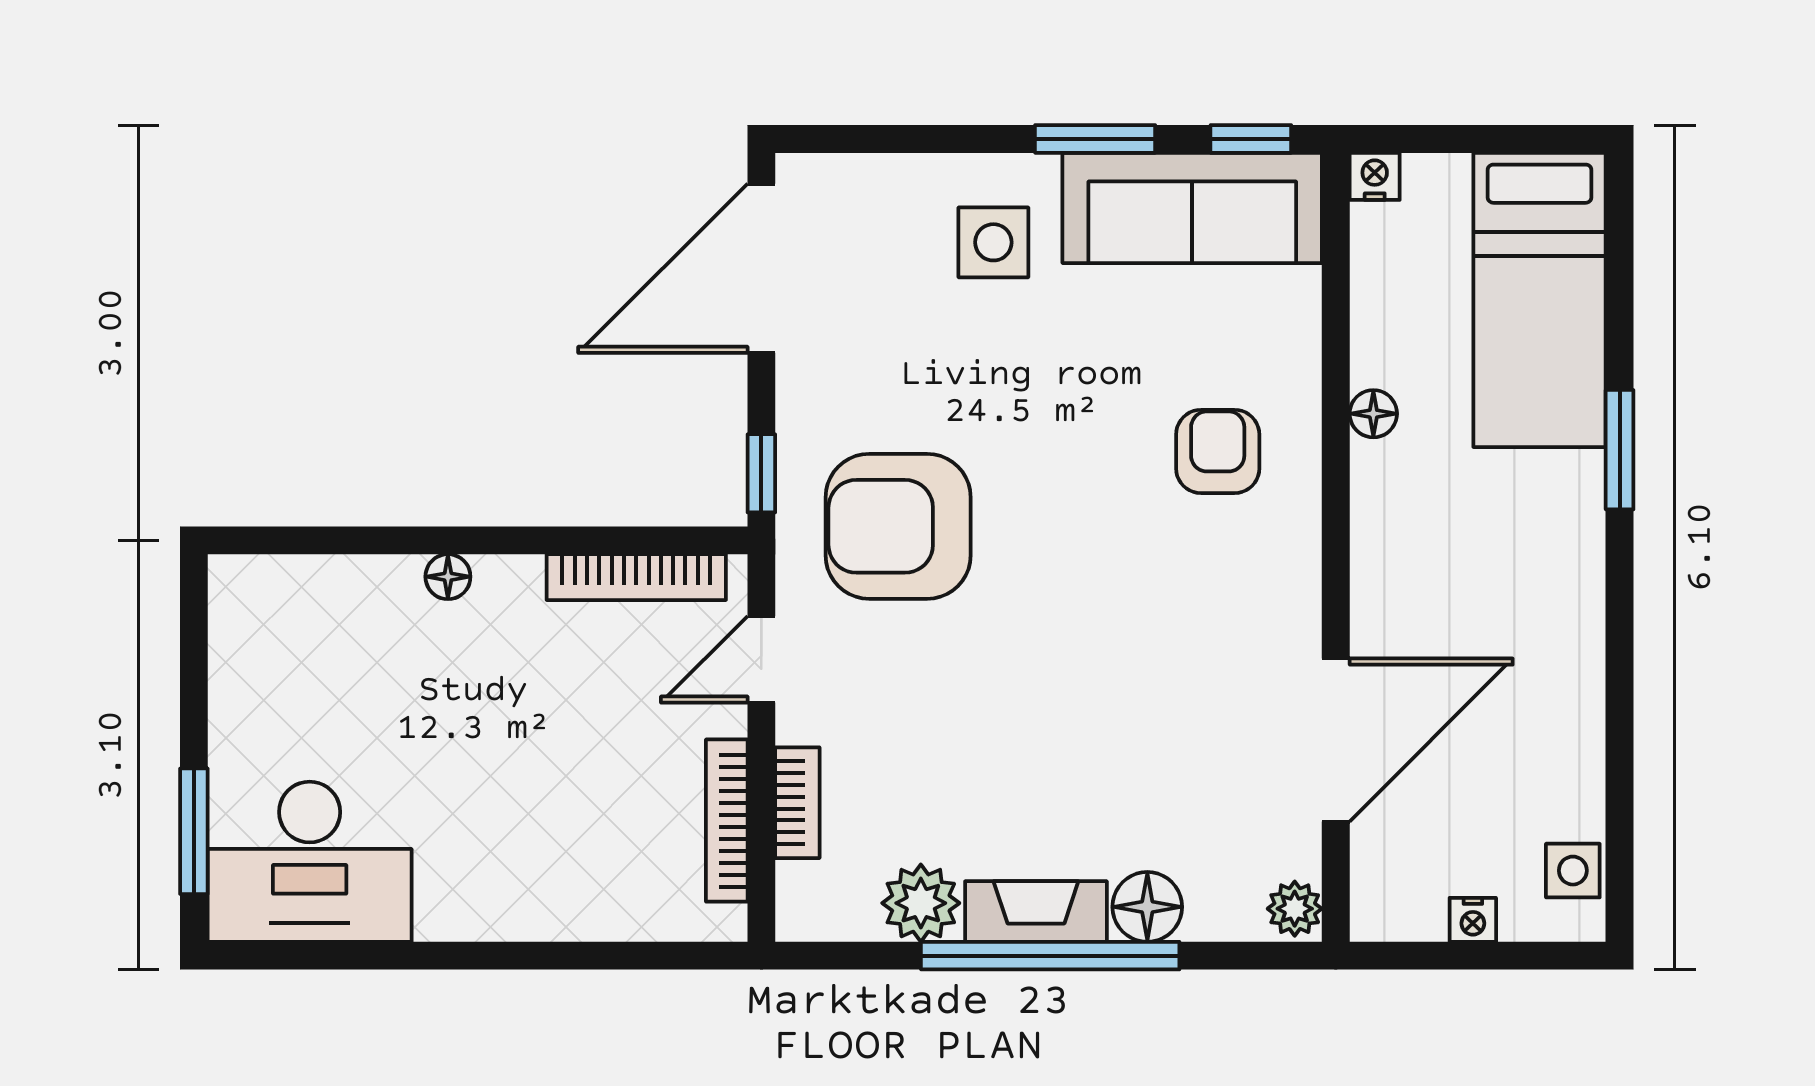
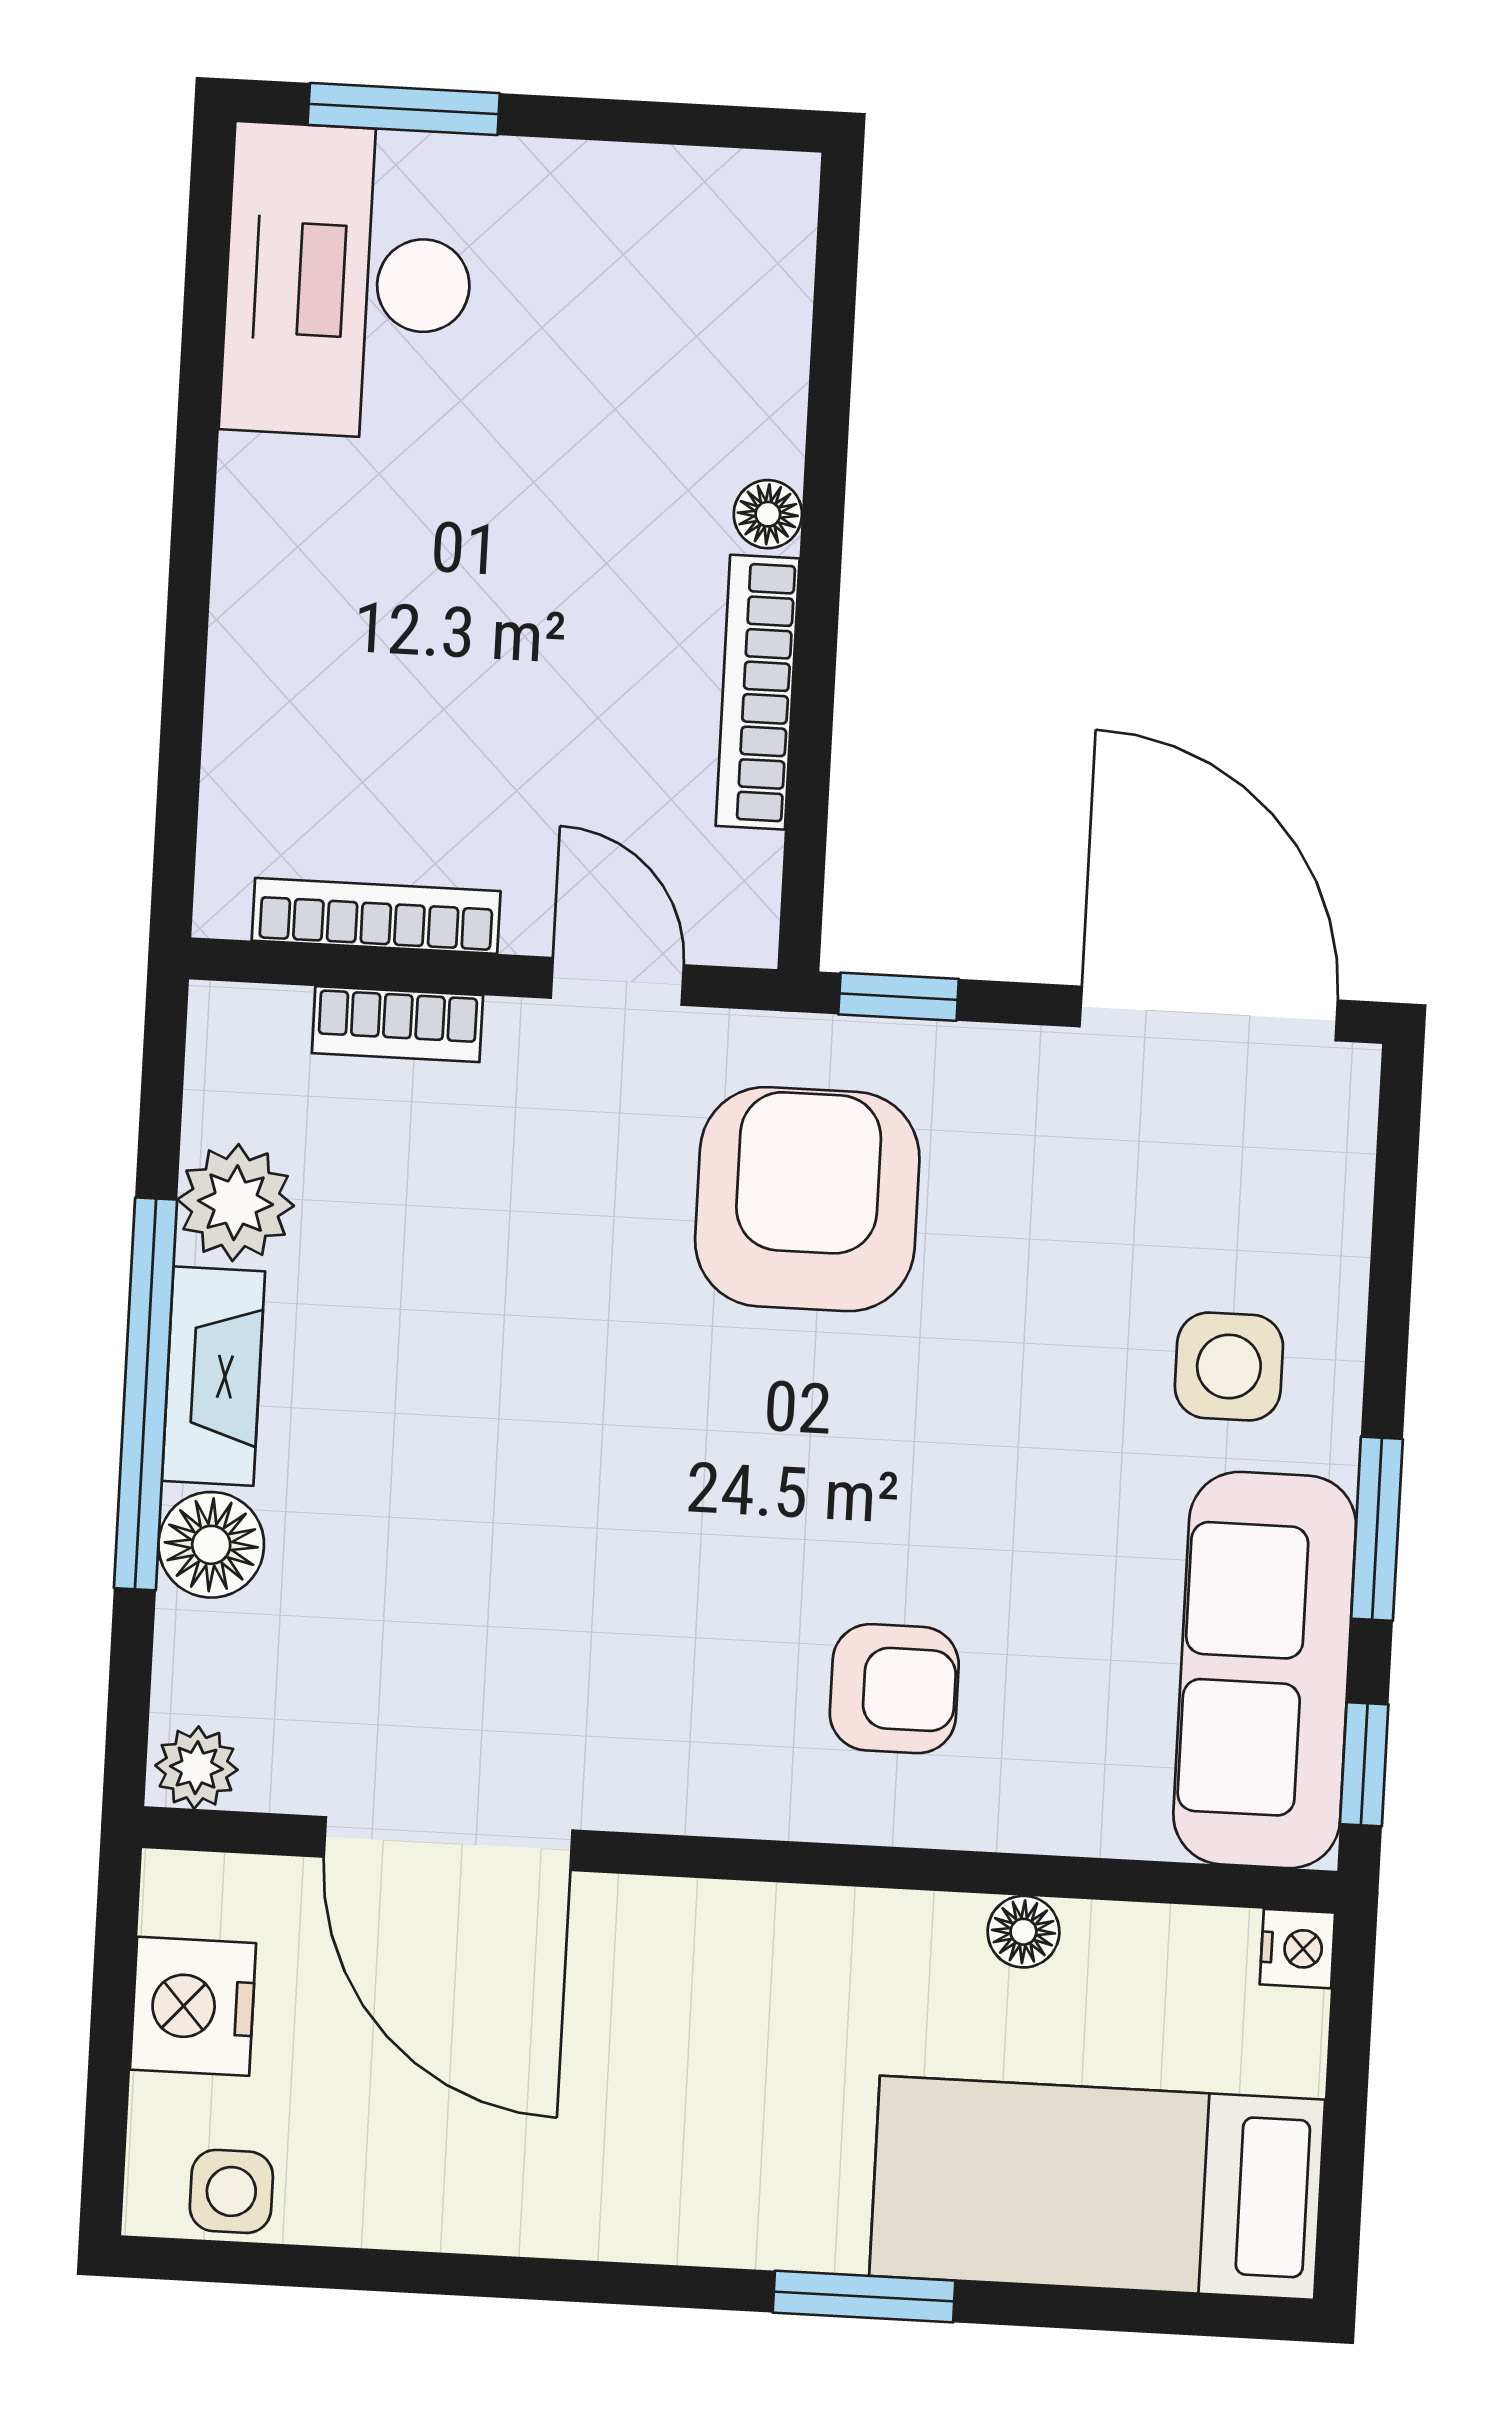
floor lamp: (1373, 414) -> (1023, 1932), moved
bookcase: (636, 577) -> (758, 692), moved
nightstand: (1473, 920) -> (193, 2006), width x1.89, depth x1.79

